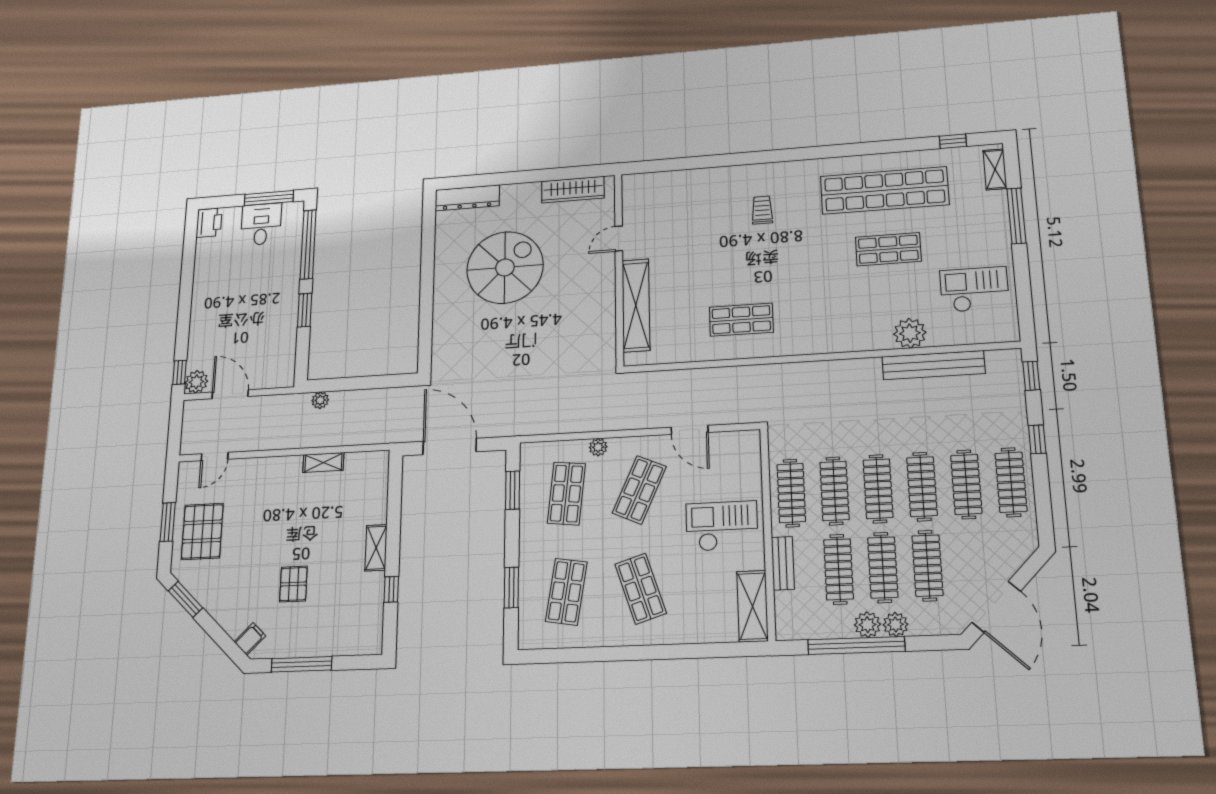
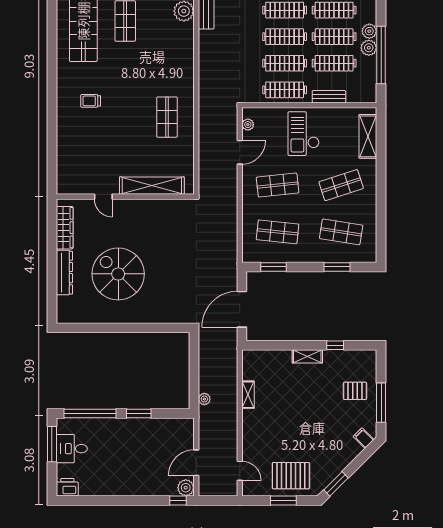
dresser: (467, 198) -> (64, 273), moved
plant: (598, 447) -> (248, 125), moved
shop shelf: (639, 490) -> (278, 185), turned -30
pallet: (293, 584) -> (355, 391), moved
shelving: (752, 606) -> (368, 136), moved, turned 90

